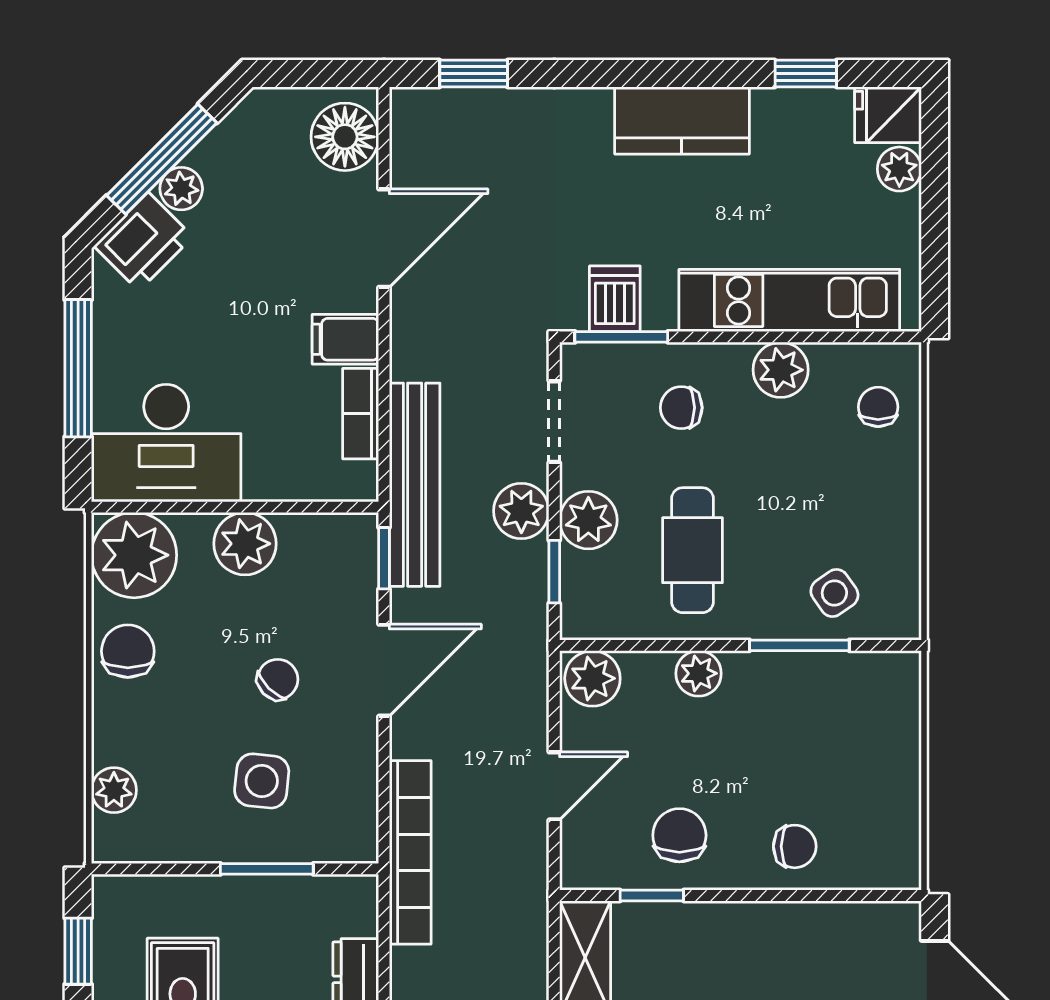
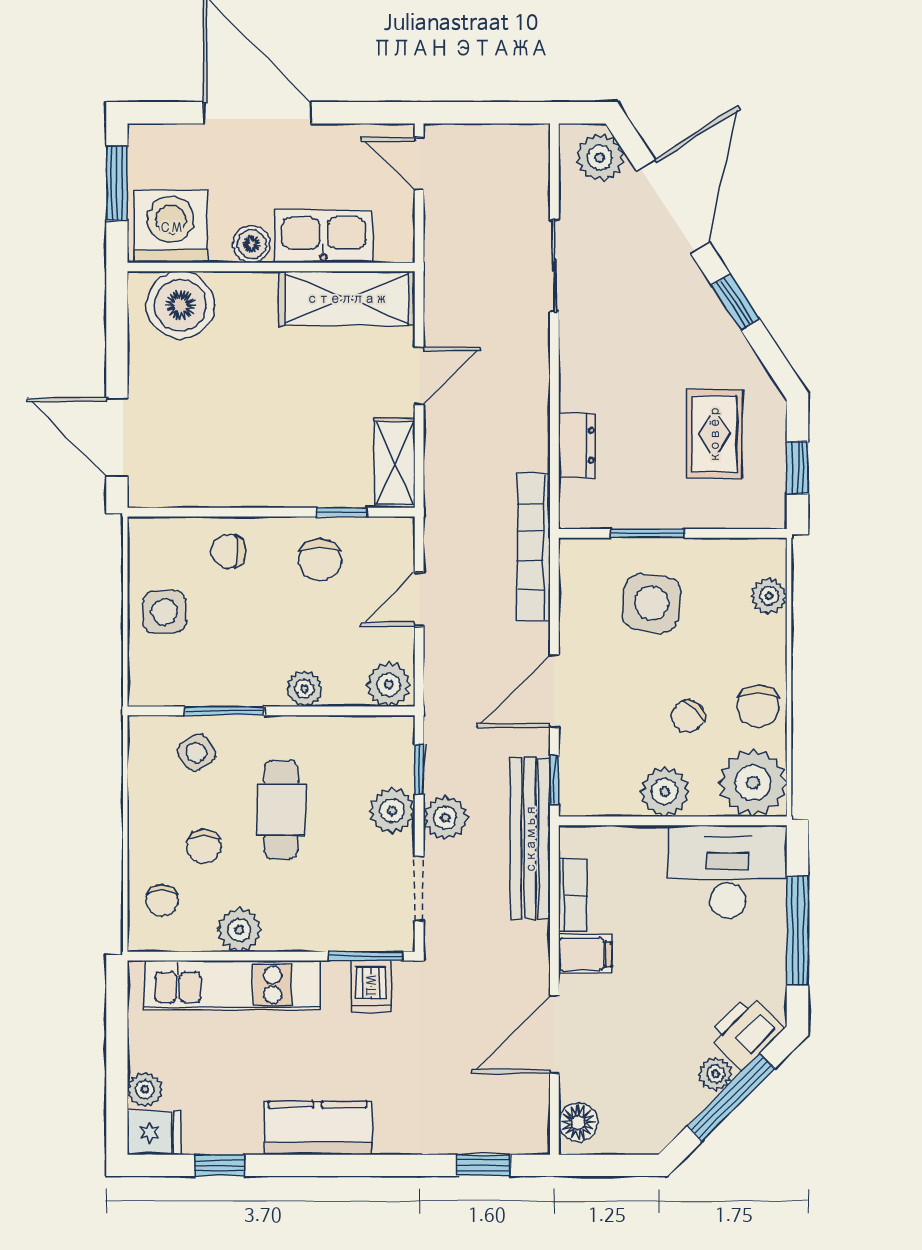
floor lamp: (345, 137) -> (578, 1122), width x0.73, depth x0.73
chair: (681, 408) -> (204, 846), moved, turned 90
cafe table: (692, 550) -> (281, 809), moved
chair: (278, 679) -> (688, 716), moved
side table: (875, 770) -> (165, 612), added
side table: (262, 781) -> (652, 603), width x1.37, depth x1.37

